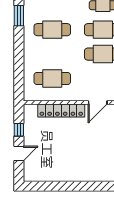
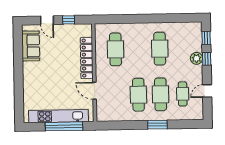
window: (19, 16) -> (172, 18), removed
sofa: (47, 172) -> (31, 46), added

